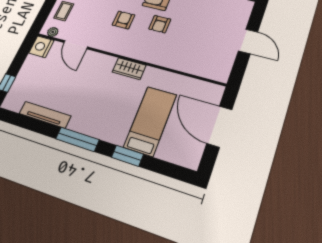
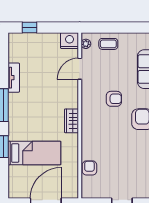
armchair: (160, 24) -> (89, 168), moved, turned 90
tv unit: (45, 115) -> (14, 78), width x0.71

